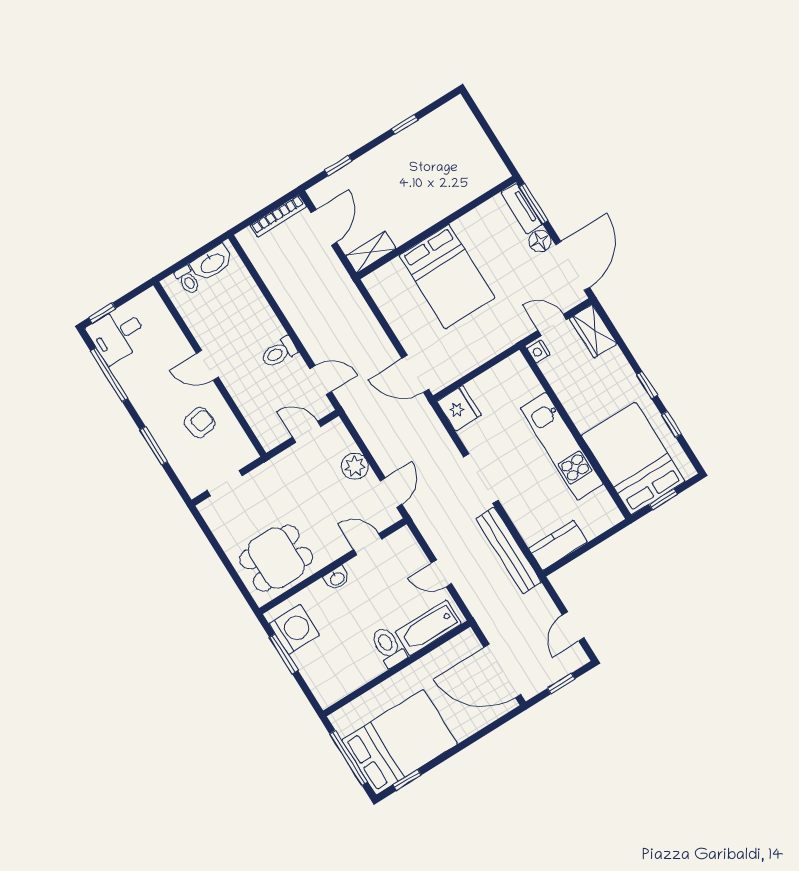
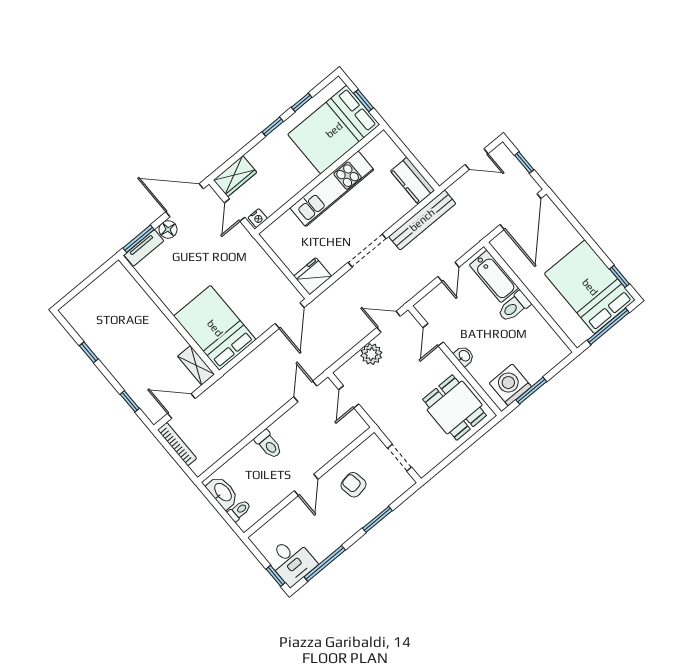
bed: (447, 277) -> (215, 328), moved, turned -90
toilet: (279, 352) -> (268, 444), moved

